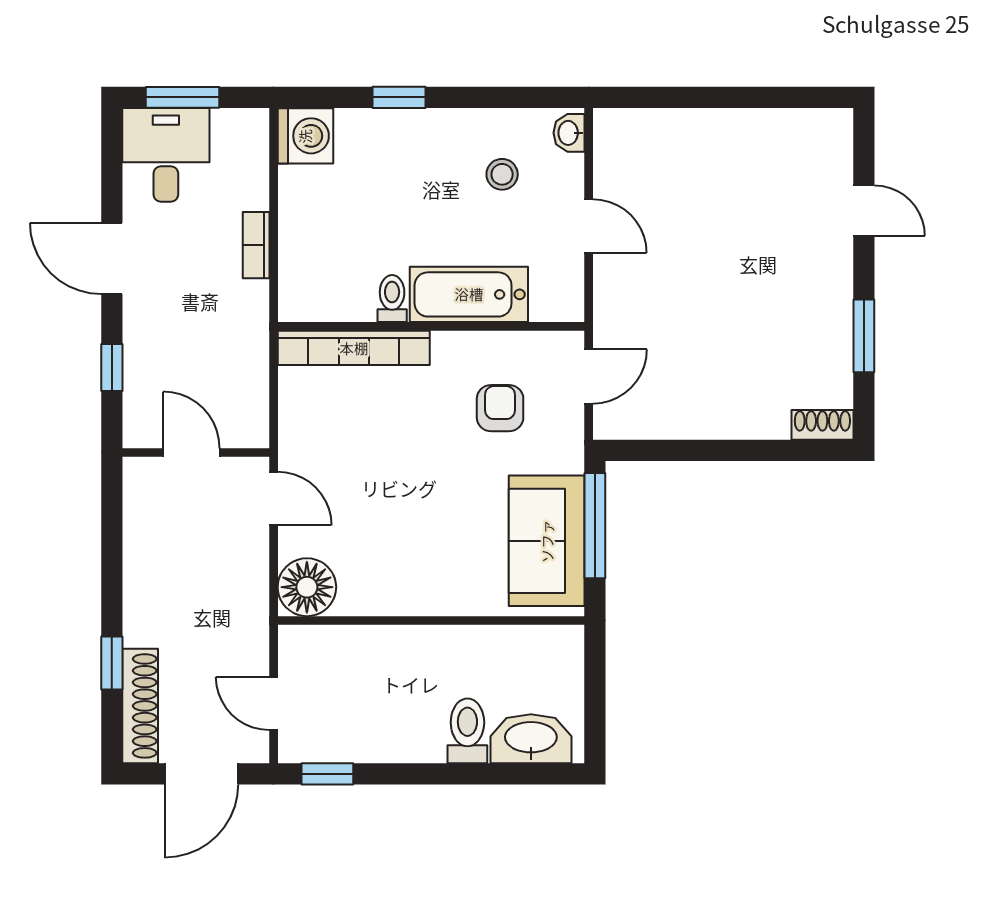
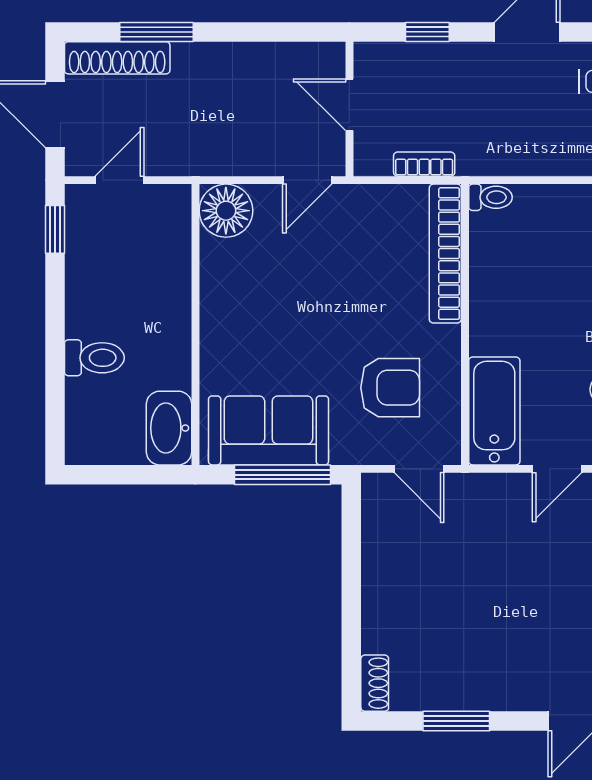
bookcase: (256, 245) -> (424, 164), moved
bathtub: (469, 294) -> (494, 411), moved
toilet: (392, 299) -> (490, 197), moved
armchair: (500, 408) -> (390, 388), width x1.38, depth x1.38
door: (191, 452) -> (349, 105), swing flipped
window: (112, 663) -> (157, 32), width x1.50
washbasin: (531, 739) -> (169, 428), moved, turned 180

